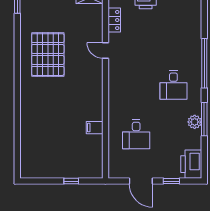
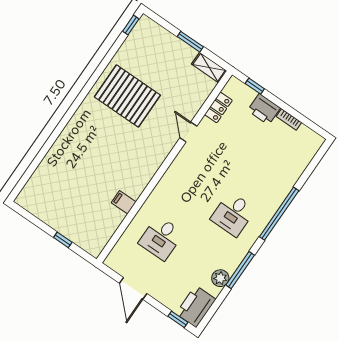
pallet: (48, 55) -> (127, 96), turned 90
plant: (195, 122) -> (220, 278), moved
window: (171, 181) -> (178, 319), moved

